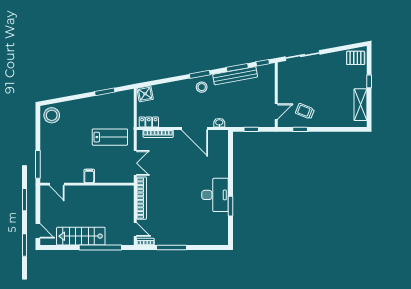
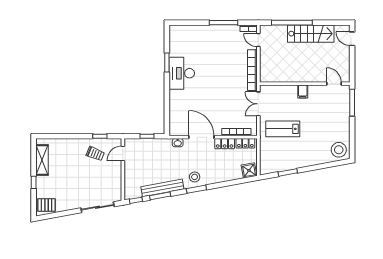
locker: (170, 122) -> (225, 144), added

